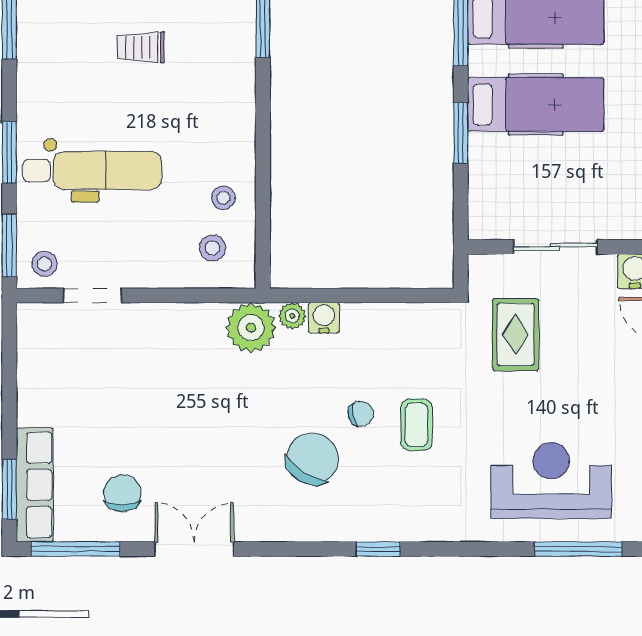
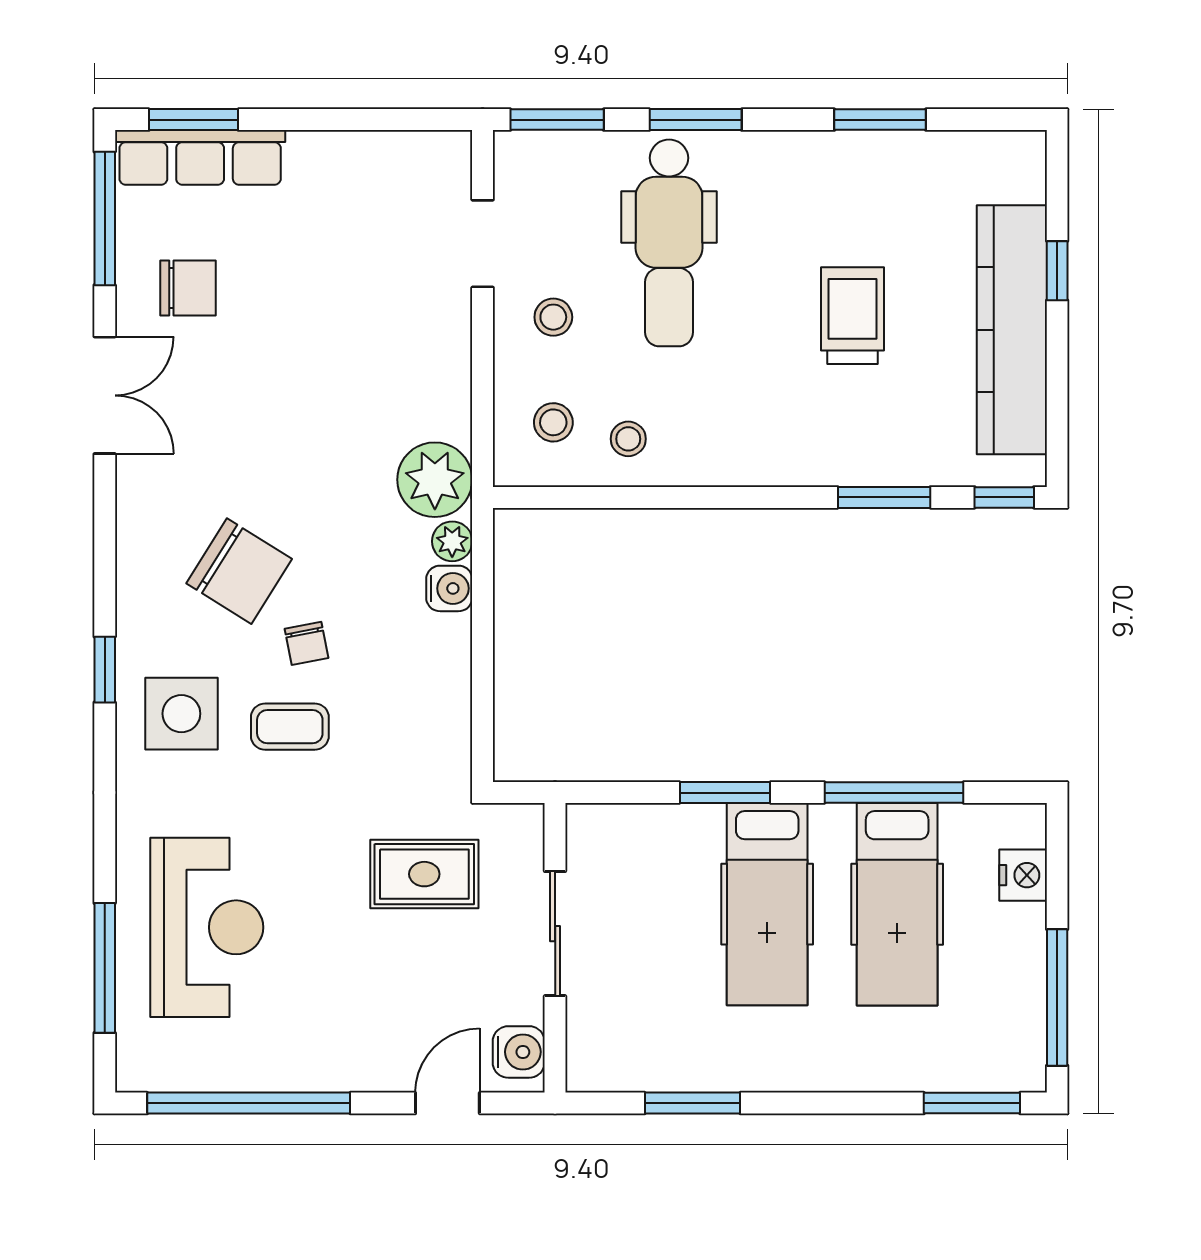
trolley: (141, 47) -> (852, 316), width x1.36, depth x1.39
stool: (44, 264) -> (553, 317), moved
side table: (408, 497) -> (181, 714), added

